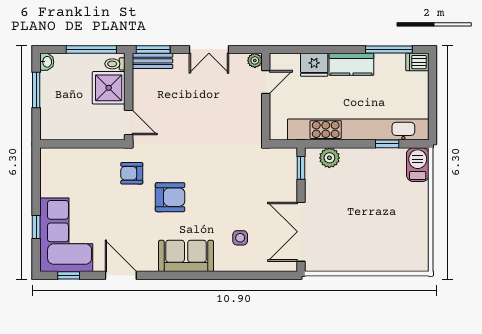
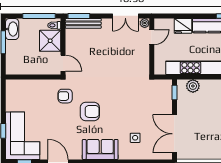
double door: (209, 49) -> (125, 16), moved
bench: (153, 61) -> (83, 23), width x1.36
washbasin: (47, 62) -> (12, 29), width x1.91, depth x1.45

